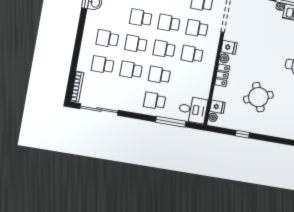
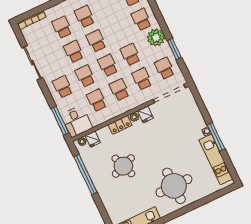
school desk: (141, 18) -> (97, 100), moved
sliding door: (99, 109) -> (32, 63), moved
window: (171, 122) -> (60, 121), moved
window: (242, 134) -> (85, 174), width x3.17

